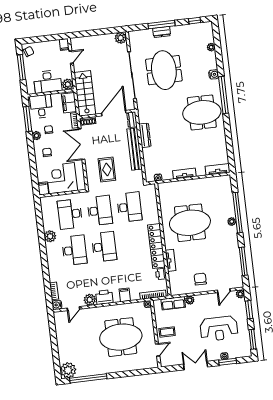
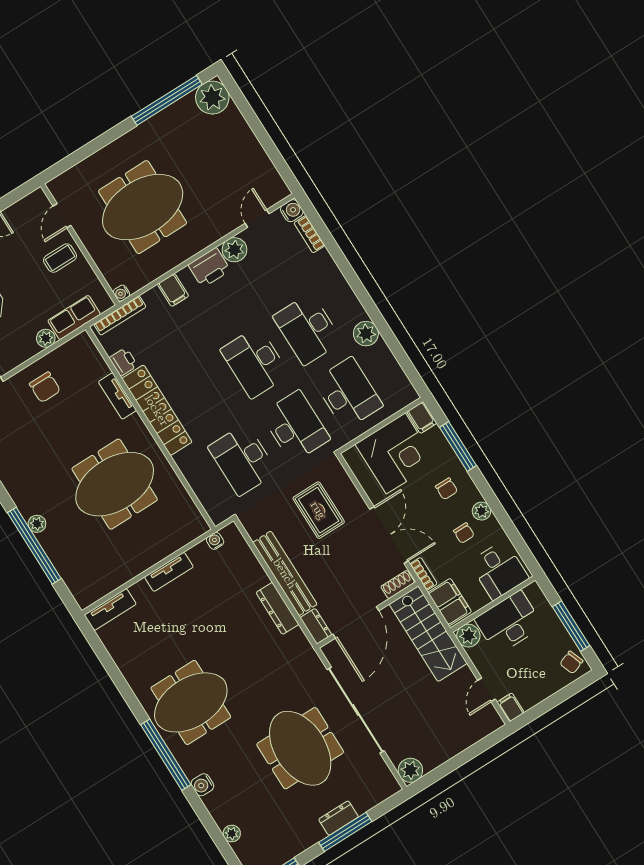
window: (27, 119) -> (458, 446), moved
desk: (100, 211) -> (295, 426), turned 180

